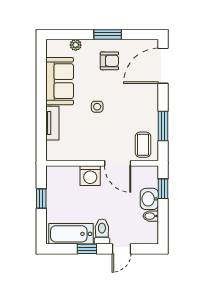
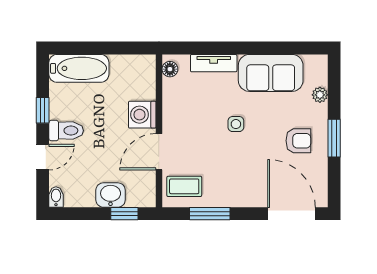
armchair: (109, 61) -> (298, 141), turned -90
floor lamp: (57, 155) -> (170, 69), added
window: (41, 198) -> (111, 48), removed
bidet: (151, 216) -> (56, 197), moved
bathtub: (71, 234) -> (79, 68), moved, turned 90
door: (122, 249) -> (43, 157), swing flipped

